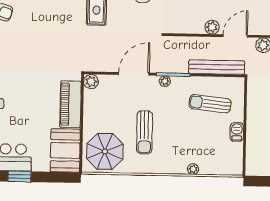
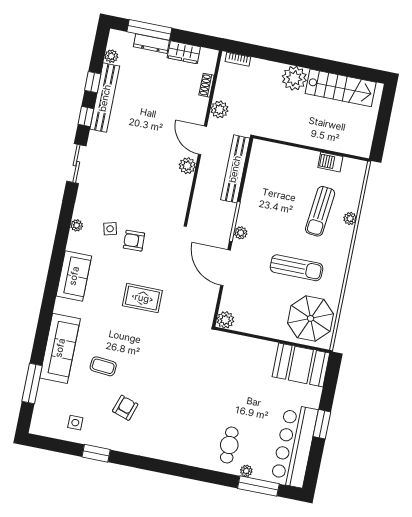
piano: (70, 104) -> (248, 349), removed
sun lounger: (210, 104) -> (320, 211), moved
barbecue: (237, 132) -> (330, 162), moved

